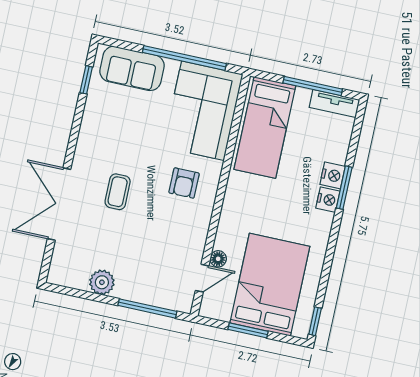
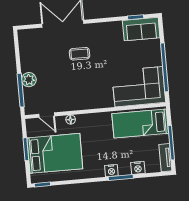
sofa: (132, 68) -> (141, 29), moved, turned -90
nightstand: (333, 175) -> (138, 168), moved
armchair: (184, 183) -> (96, 89), removed
floor lamp: (218, 259) -> (71, 120), moved
plant: (102, 282) -> (29, 80), moved

